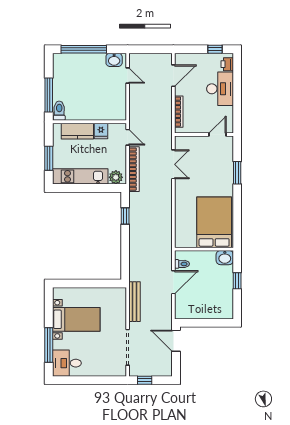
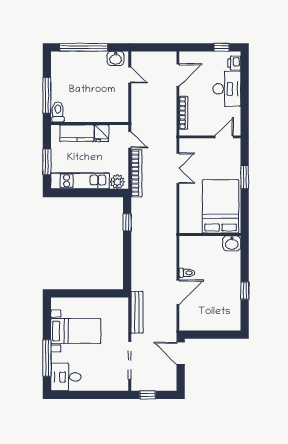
bed: (214, 222) -> (221, 206), moved
wall: (204, 249) -> (210, 234), moved
washbasin: (225, 258) -> (232, 243), moved

